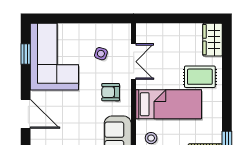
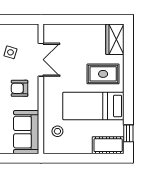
bed: (169, 104) -> (93, 106), moved, turned 180

